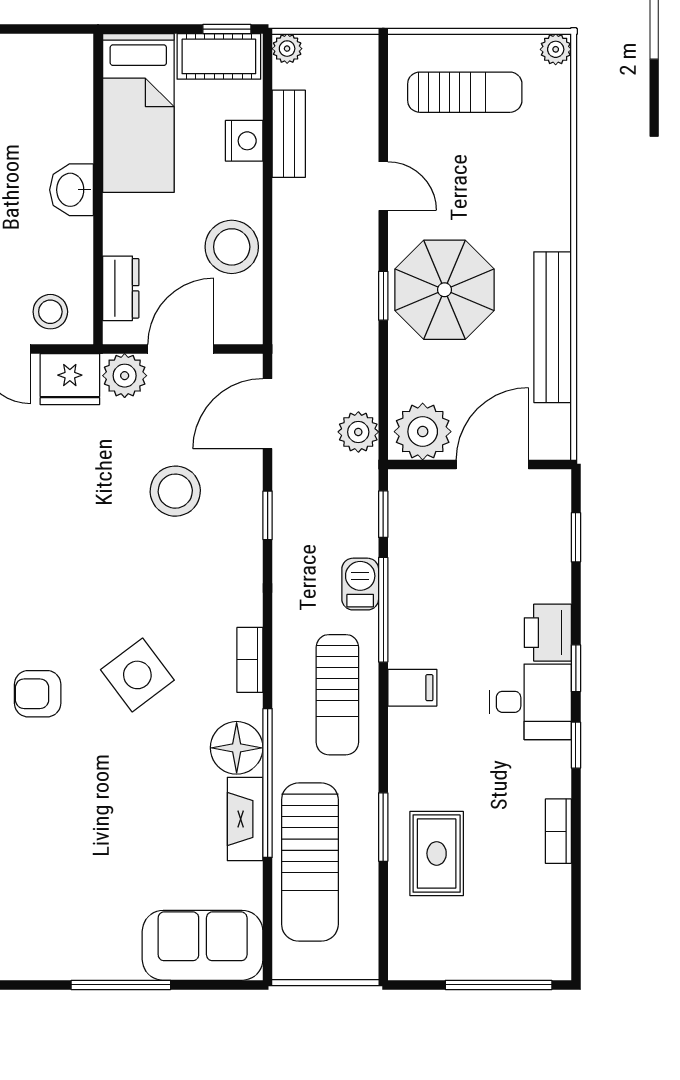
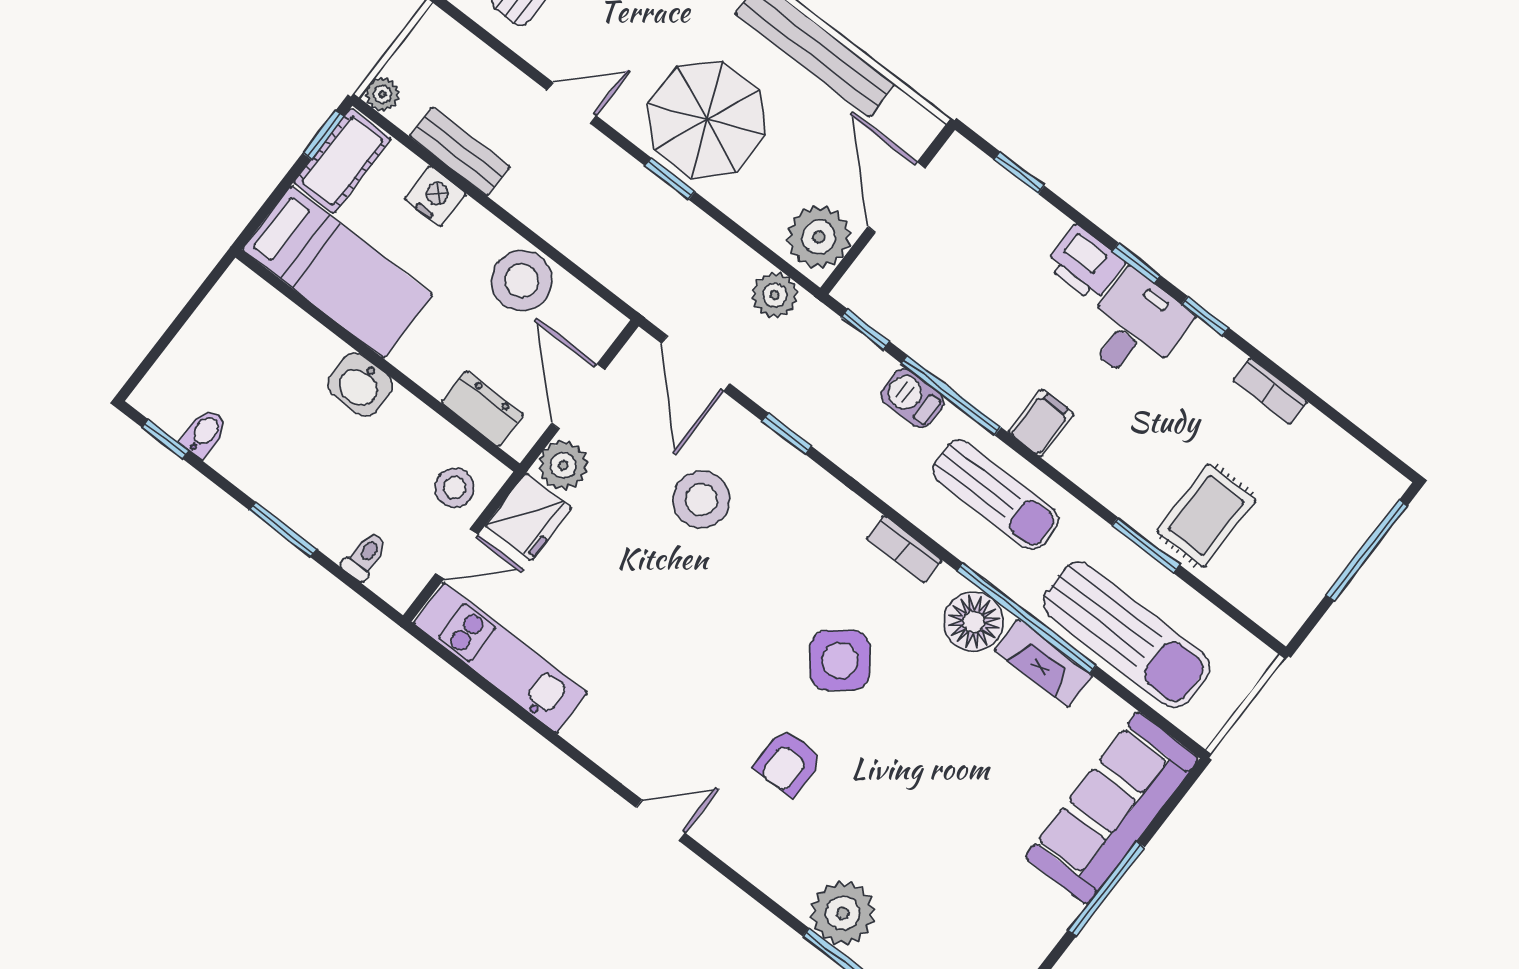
rug: (437, 853) -> (1206, 516), turned 90
sofa: (203, 945) -> (1112, 808), width x1.36

